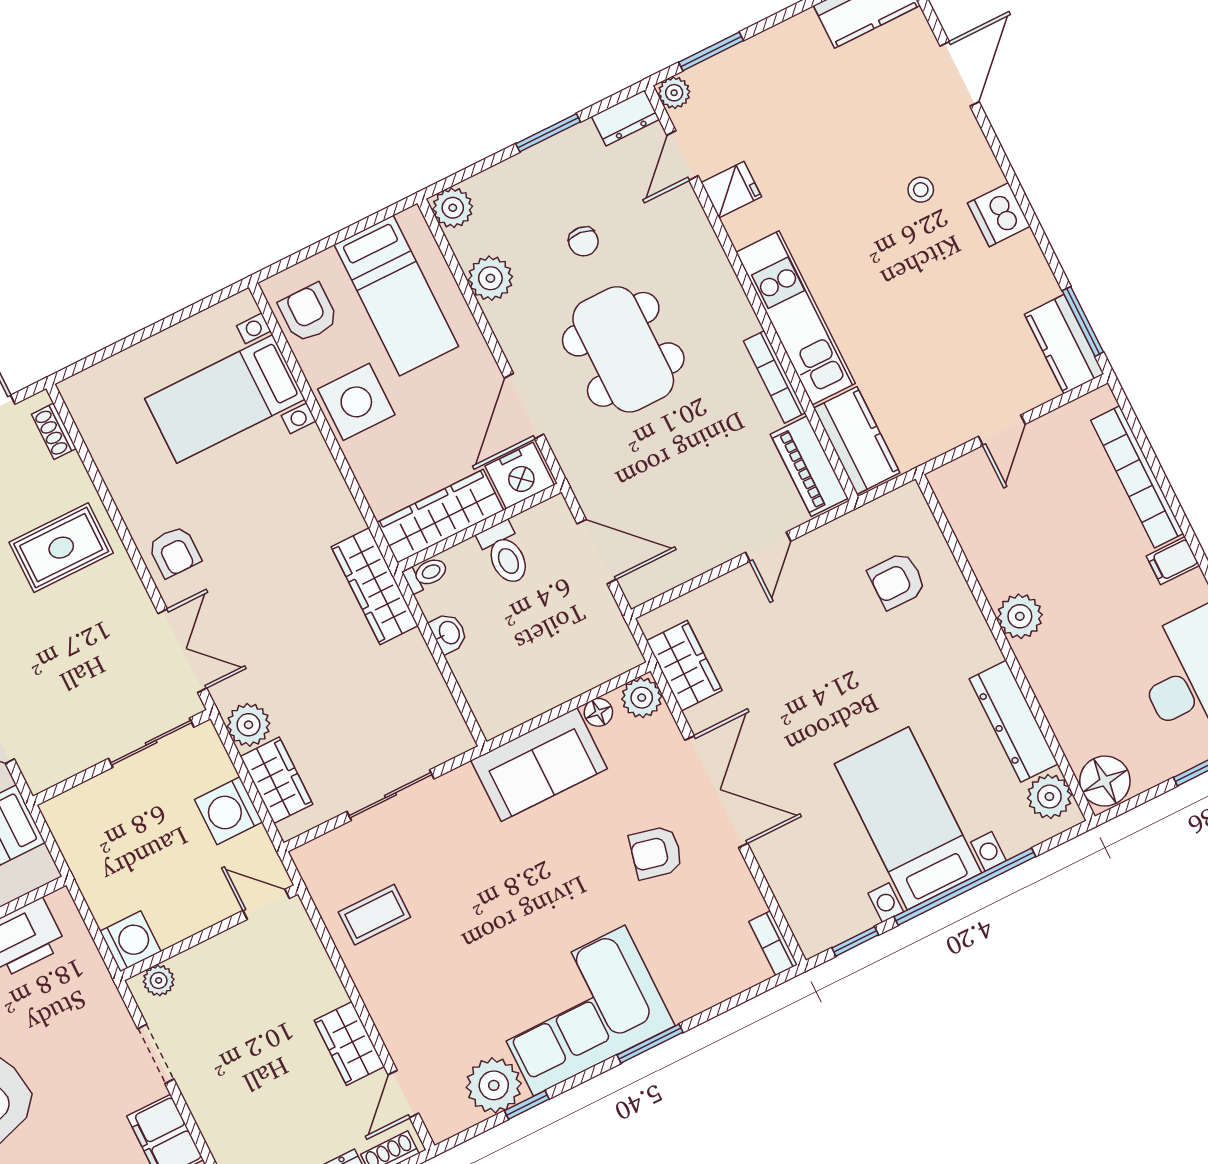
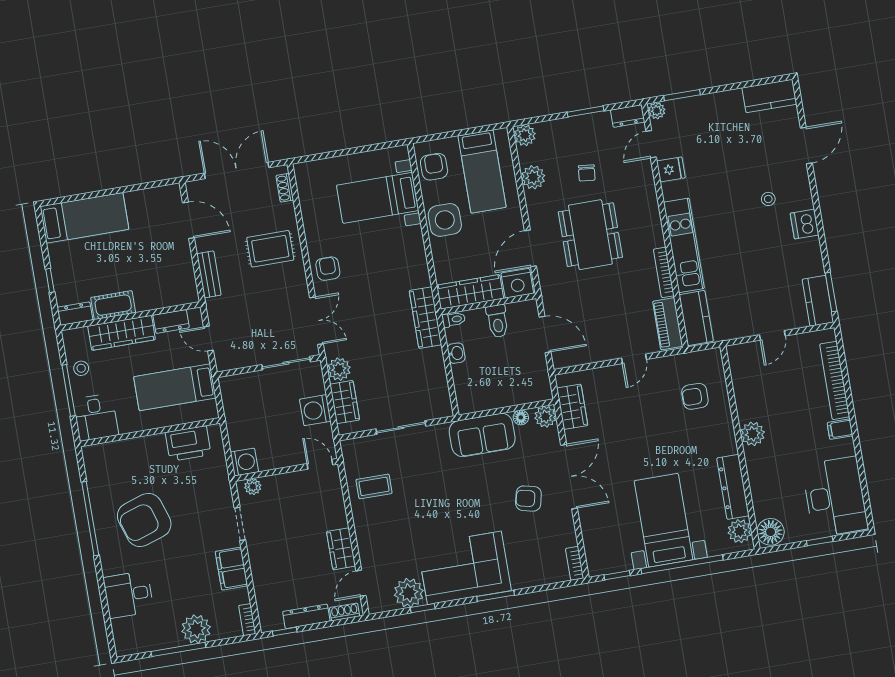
armchair: (174, 552) -> (328, 269), turned 180

